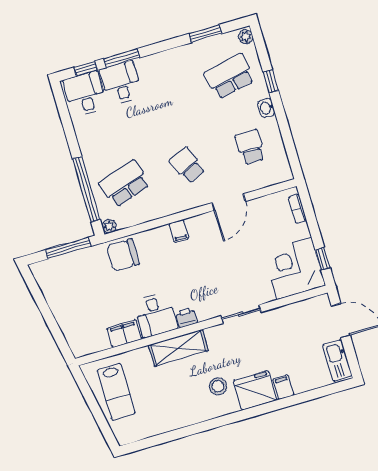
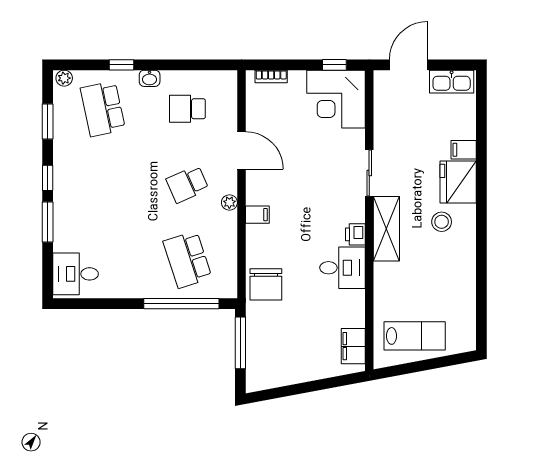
window: (86, 69) -> (48, 178), moved
desk: (121, 83) -> (75, 231), removed
plant: (109, 226) -> (229, 203), moved
filing cabinet: (124, 334) -> (353, 346), moved
shelving: (178, 348) -> (386, 229), moved

